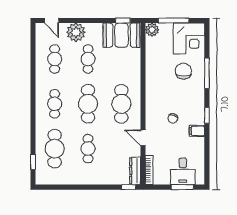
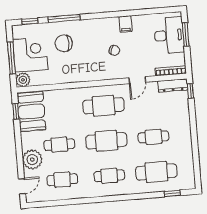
corner desk: (189, 38) -> (30, 55), moved
window: (207, 115) -> (30, 21), moved
desk: (183, 171) -> (169, 35), width x1.37

